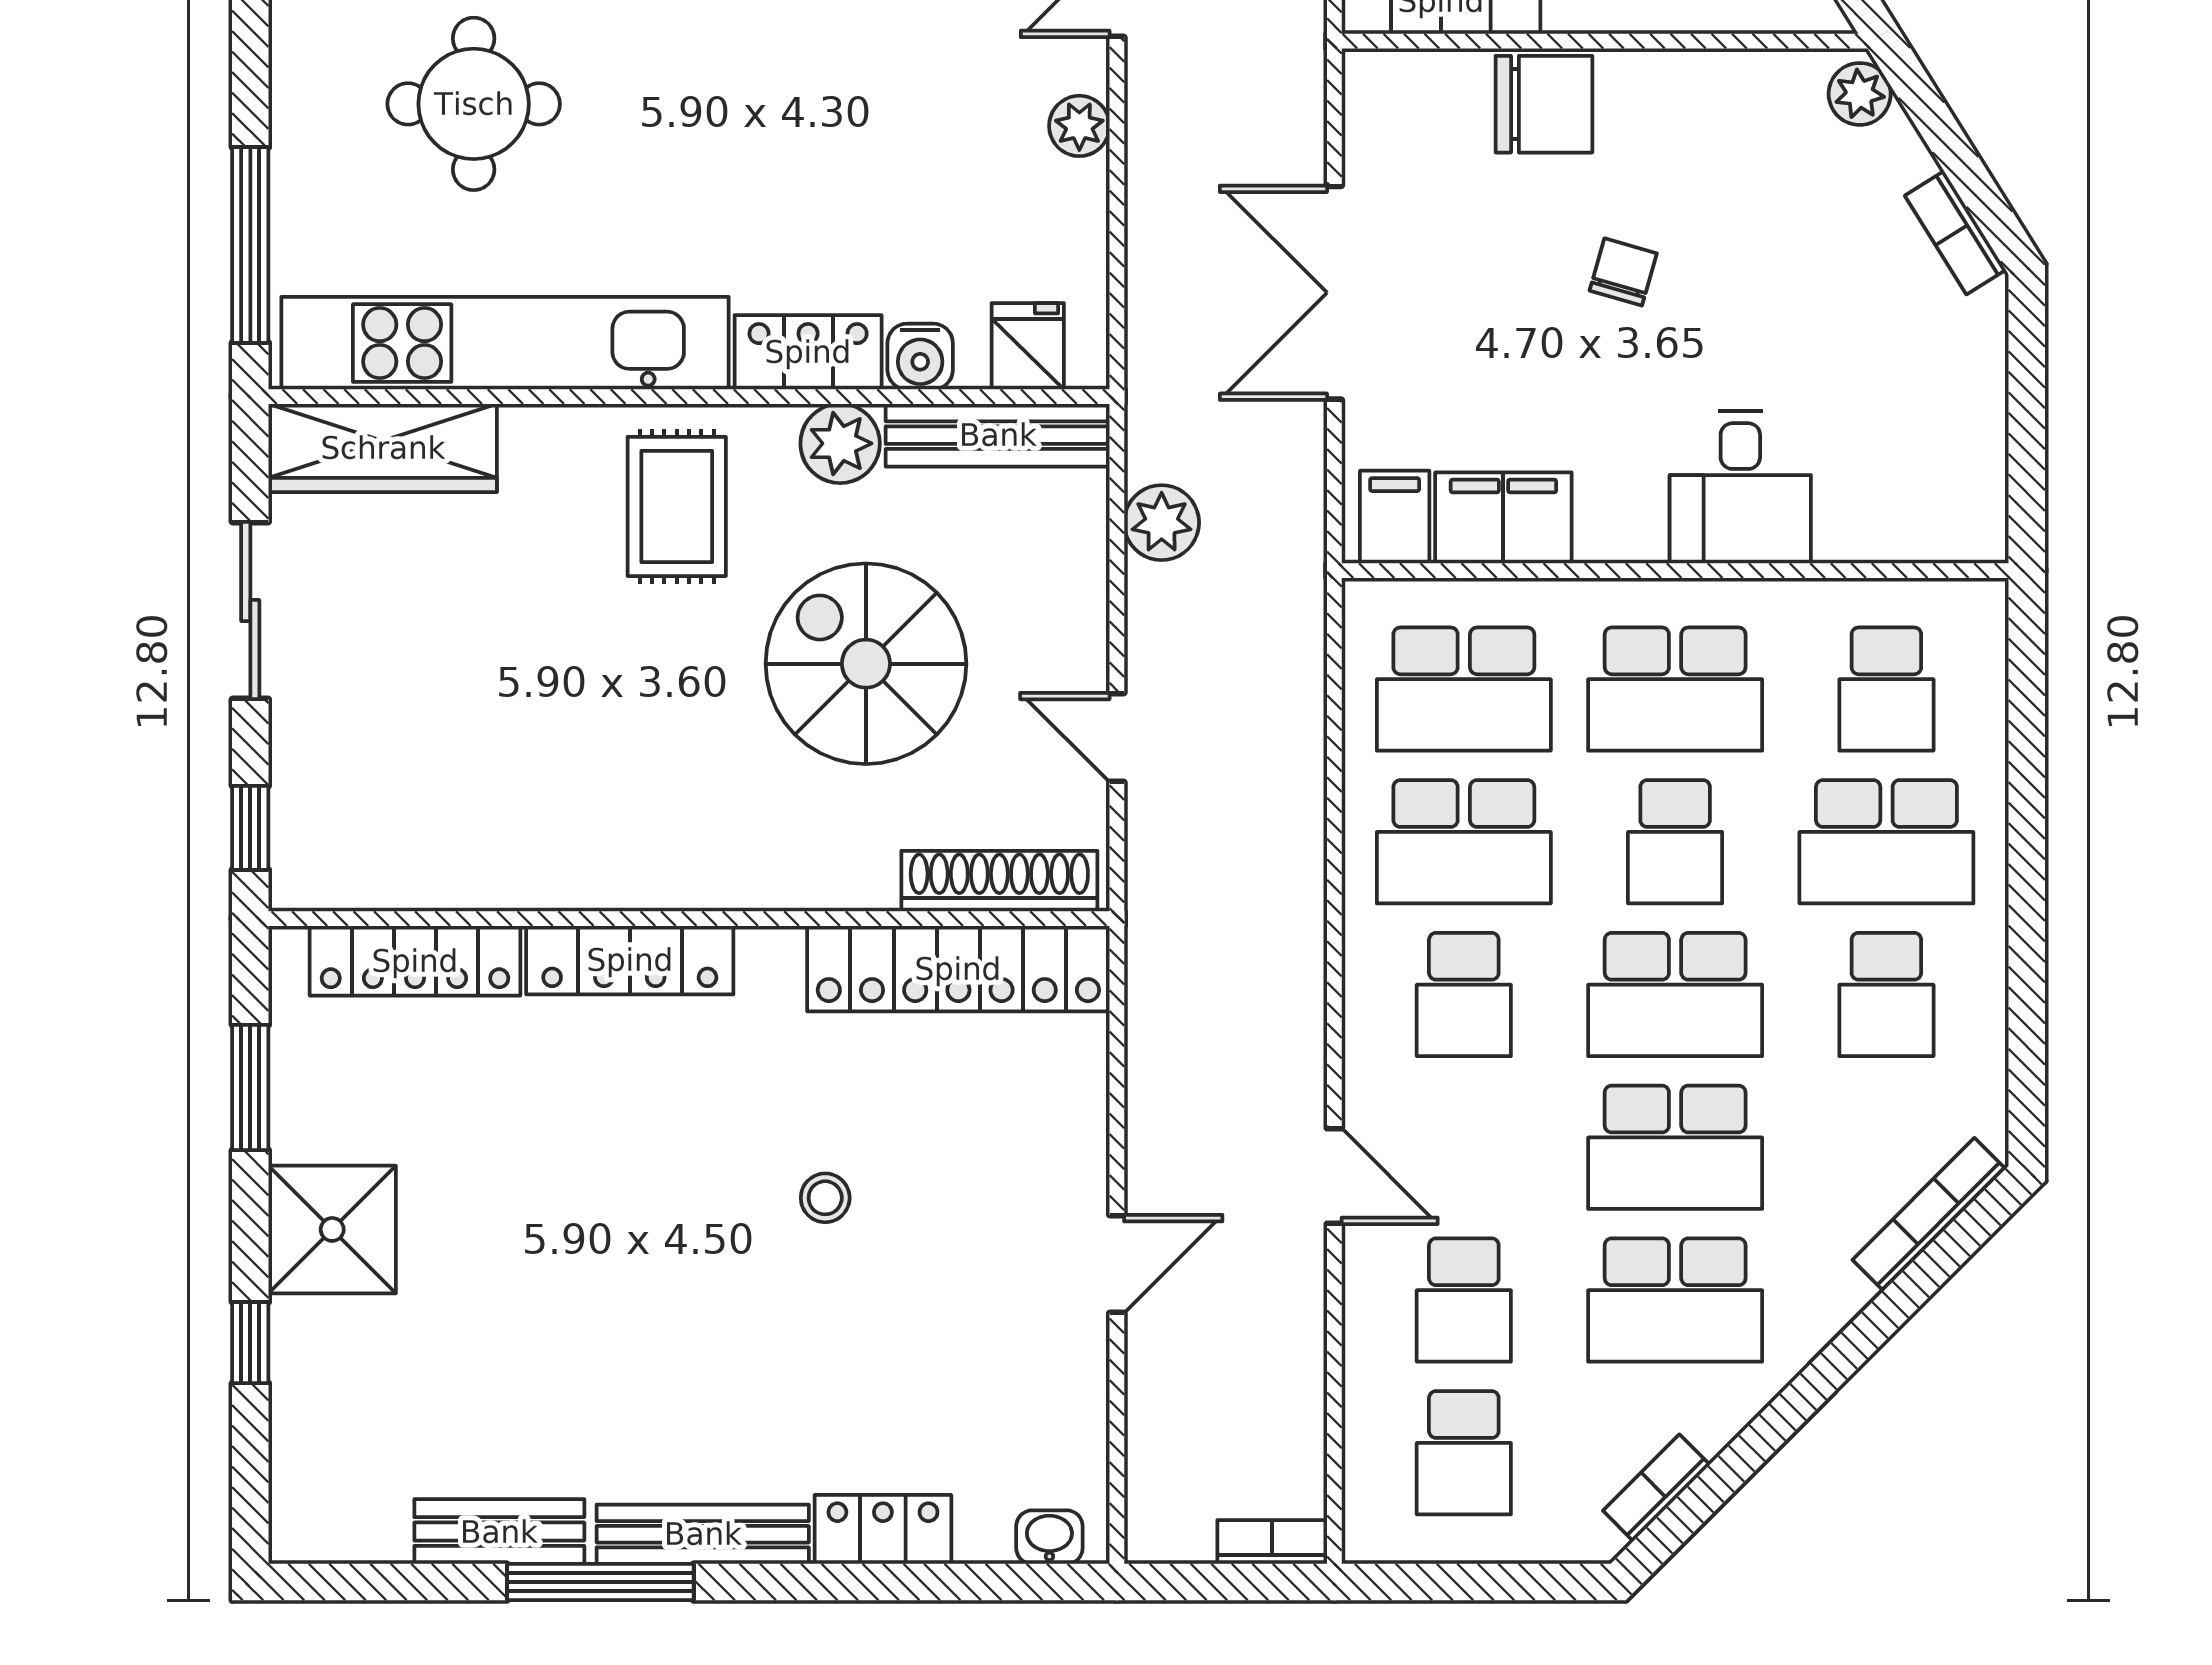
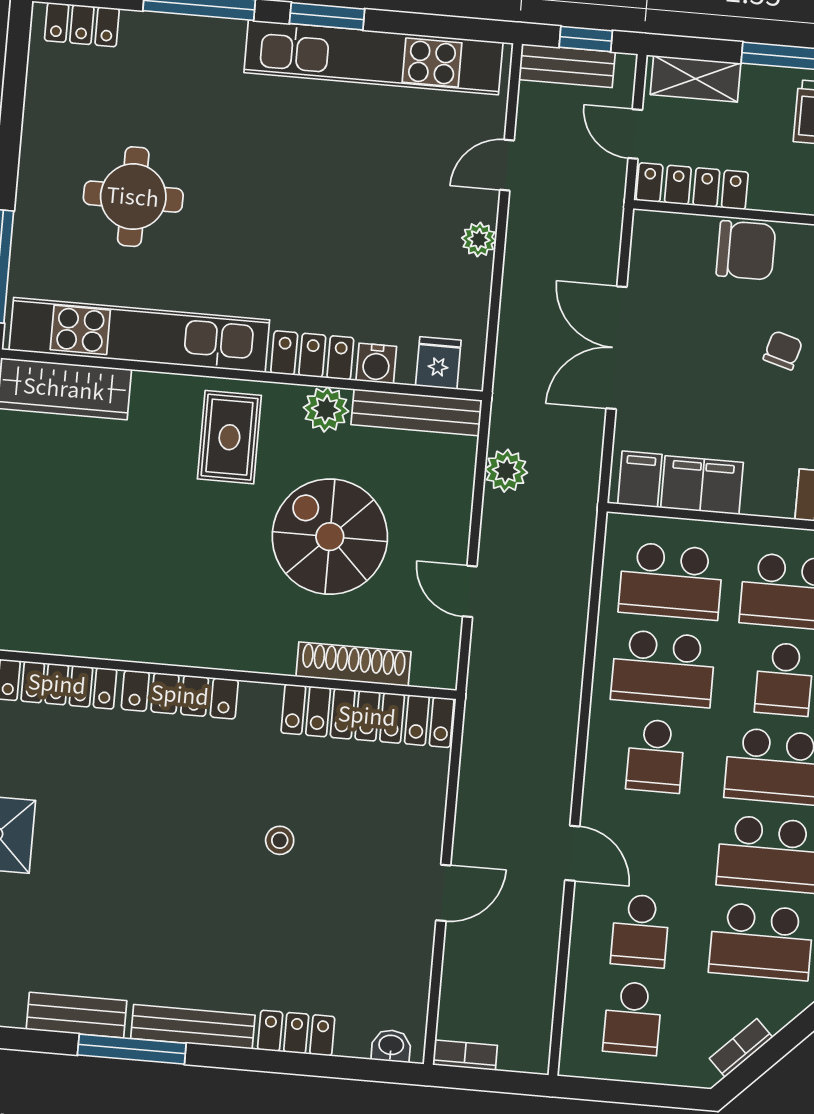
shoe rack: (999, 881) -> (353, 664), moved
bookcase: (1272, 1542) -> (465, 1055), moved

